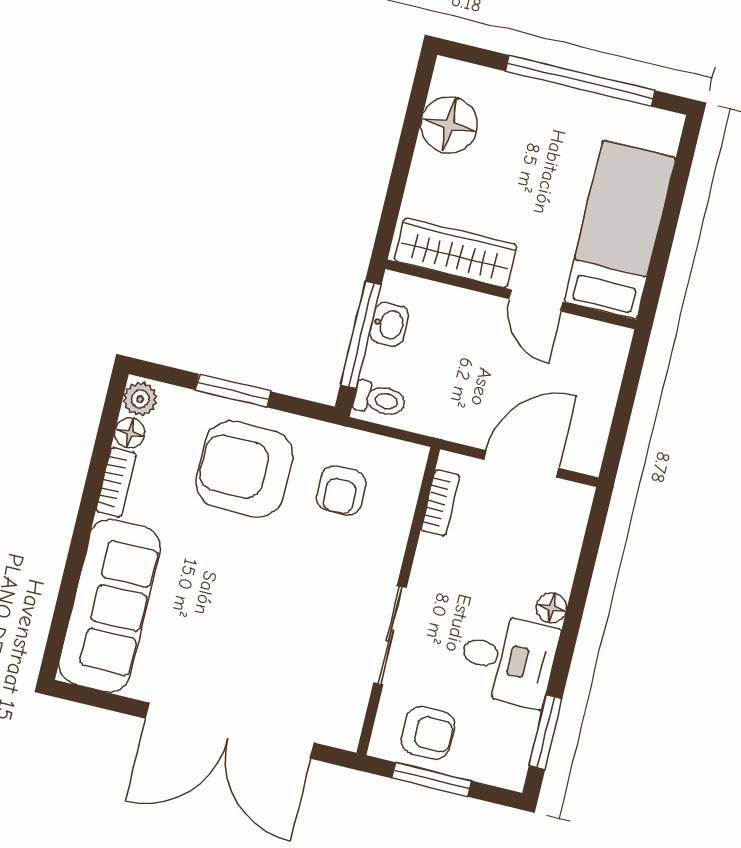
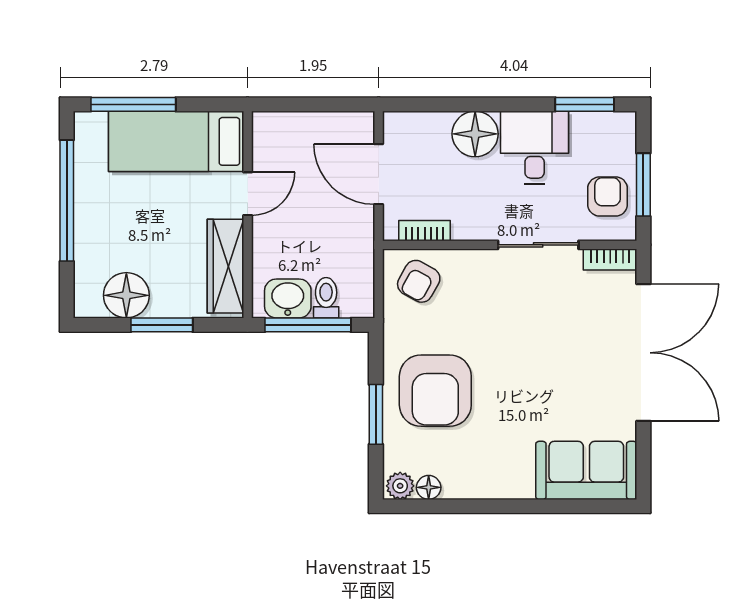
window: (403, 159) -> (162, 325), added
window: (677, 189) -> (133, 104), added
washbasin: (389, 324) -> (288, 298), width x1.38, depth x1.45
toilet: (380, 399) -> (326, 298), moved
bookcase: (116, 482) -> (610, 260), moved, turned 180
armchair: (341, 491) -> (419, 281), moved, turned 119
sofa: (110, 606) -> (586, 470), width x0.73
floor lamp: (552, 608) -> (475, 134), width x1.89, depth x1.89

